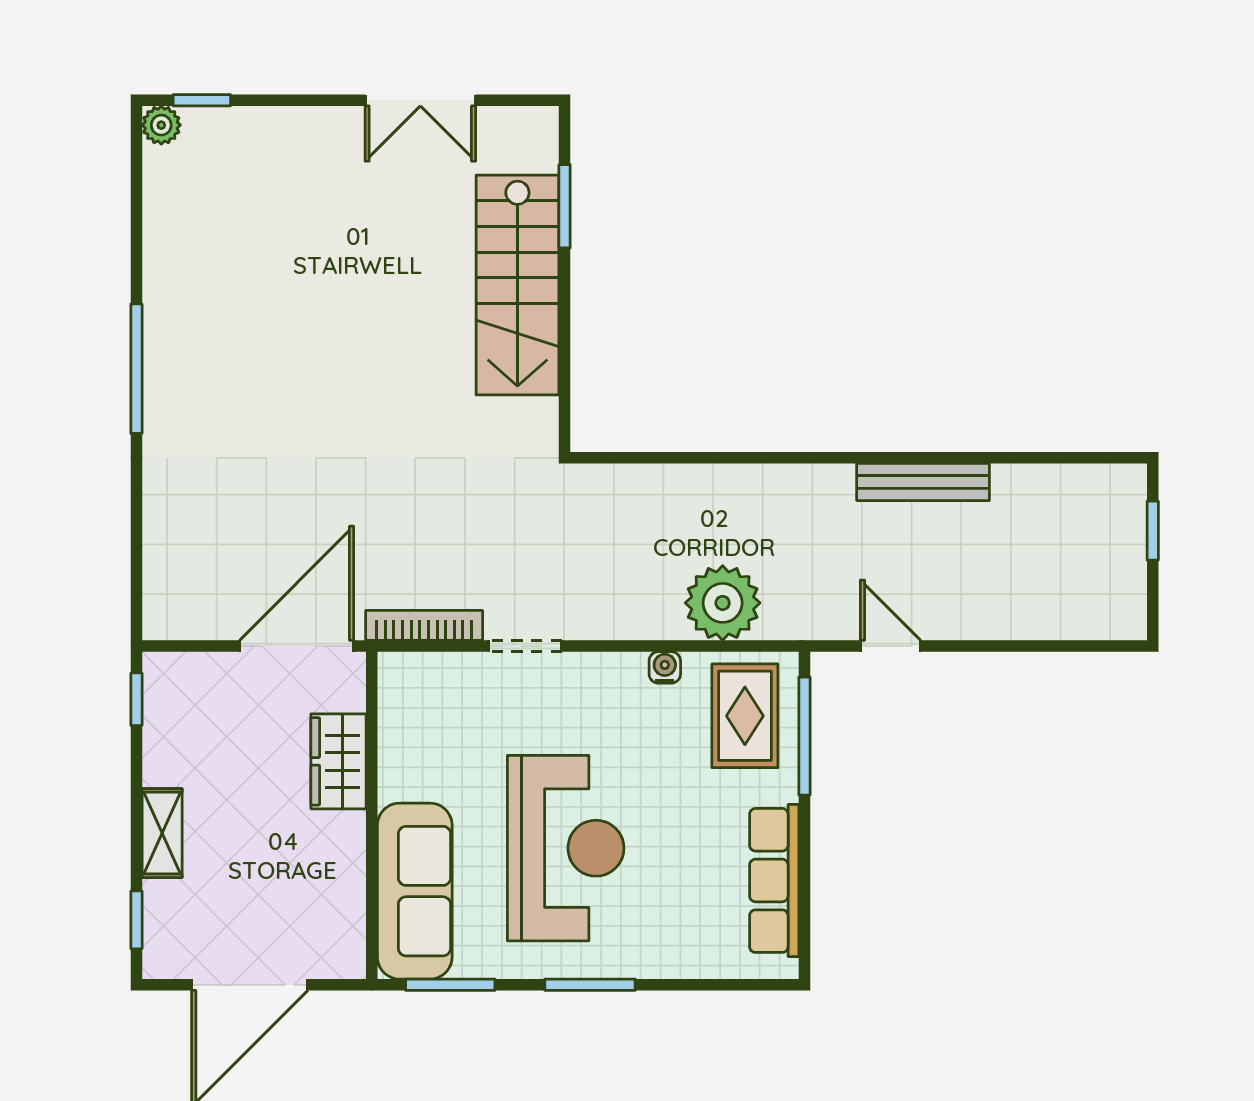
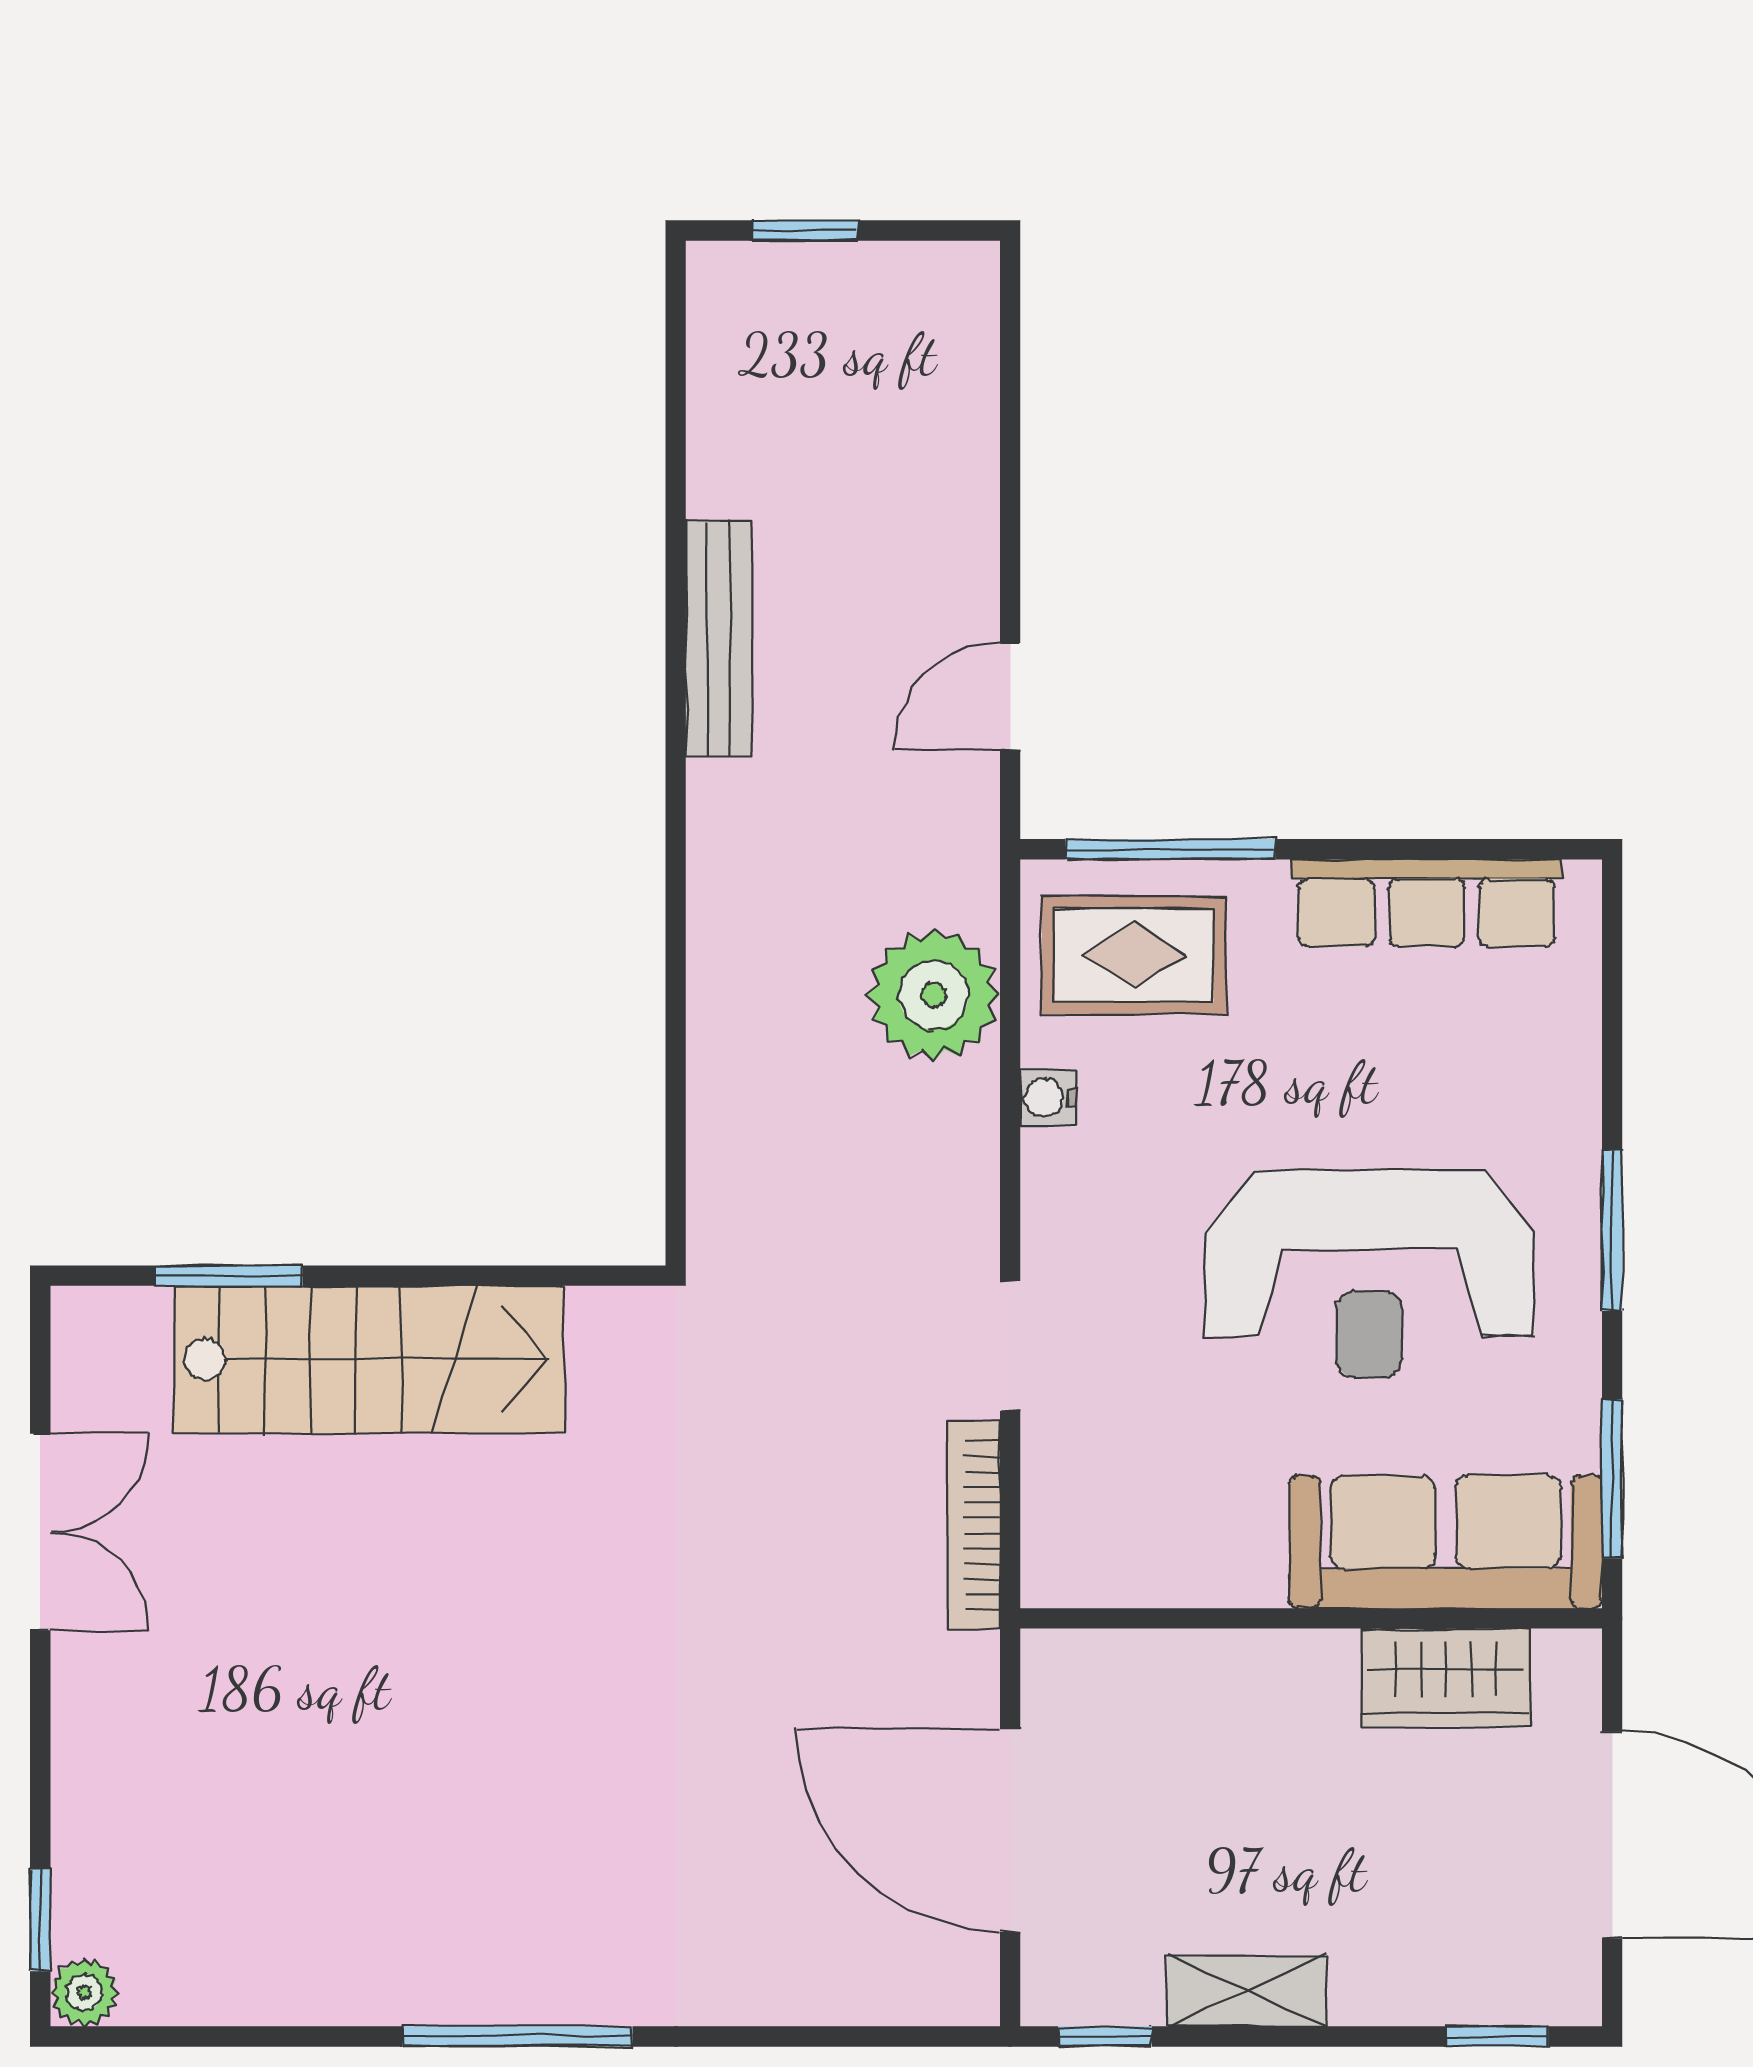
door: (297, 646) -> (1010, 1831), moved
wardrobe: (338, 761) -> (1446, 1677), moved
shelving: (162, 833) -> (1247, 1991), moved
reception desk: (566, 848) -> (1369, 1274), turned 180

